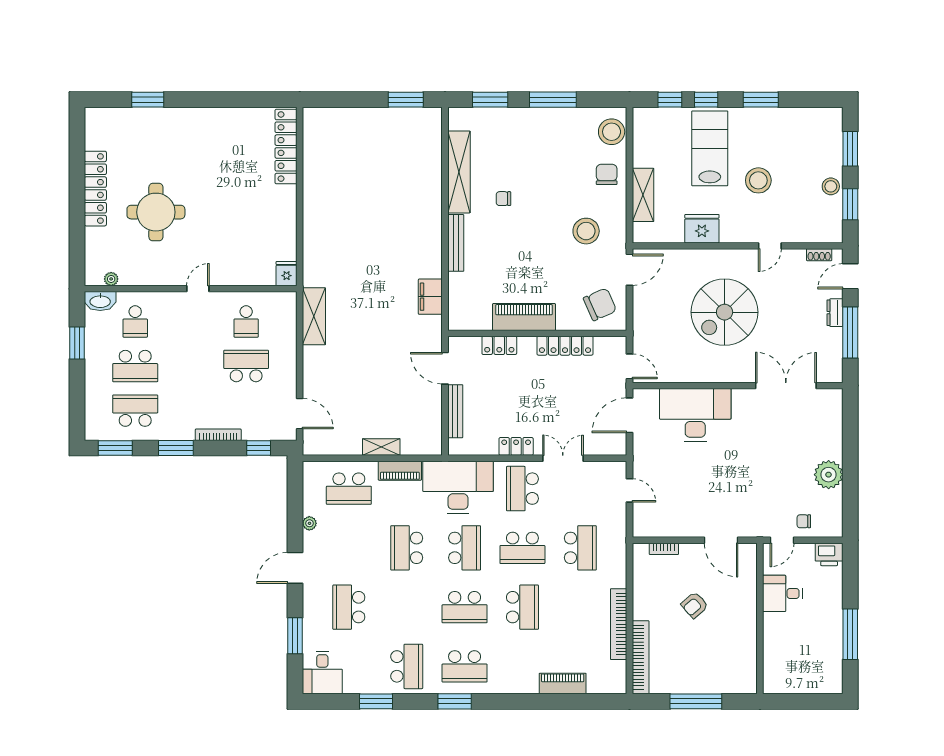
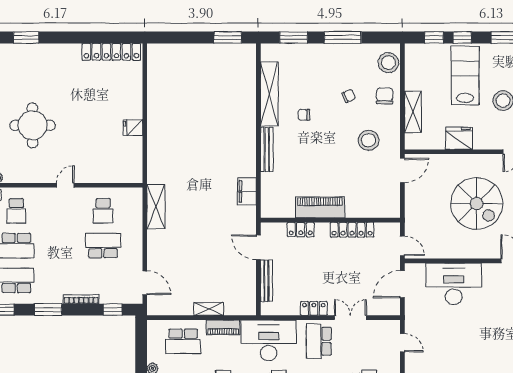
locker: (286, 147) -> (111, 52), moved, turned -90
fridge: (287, 274) -> (133, 128), moved, turned -90
chair: (600, 304) -> (349, 96), moved, width x0.54, depth x0.54
spiral stairs: (725, 312) -> (477, 203), turned -90

